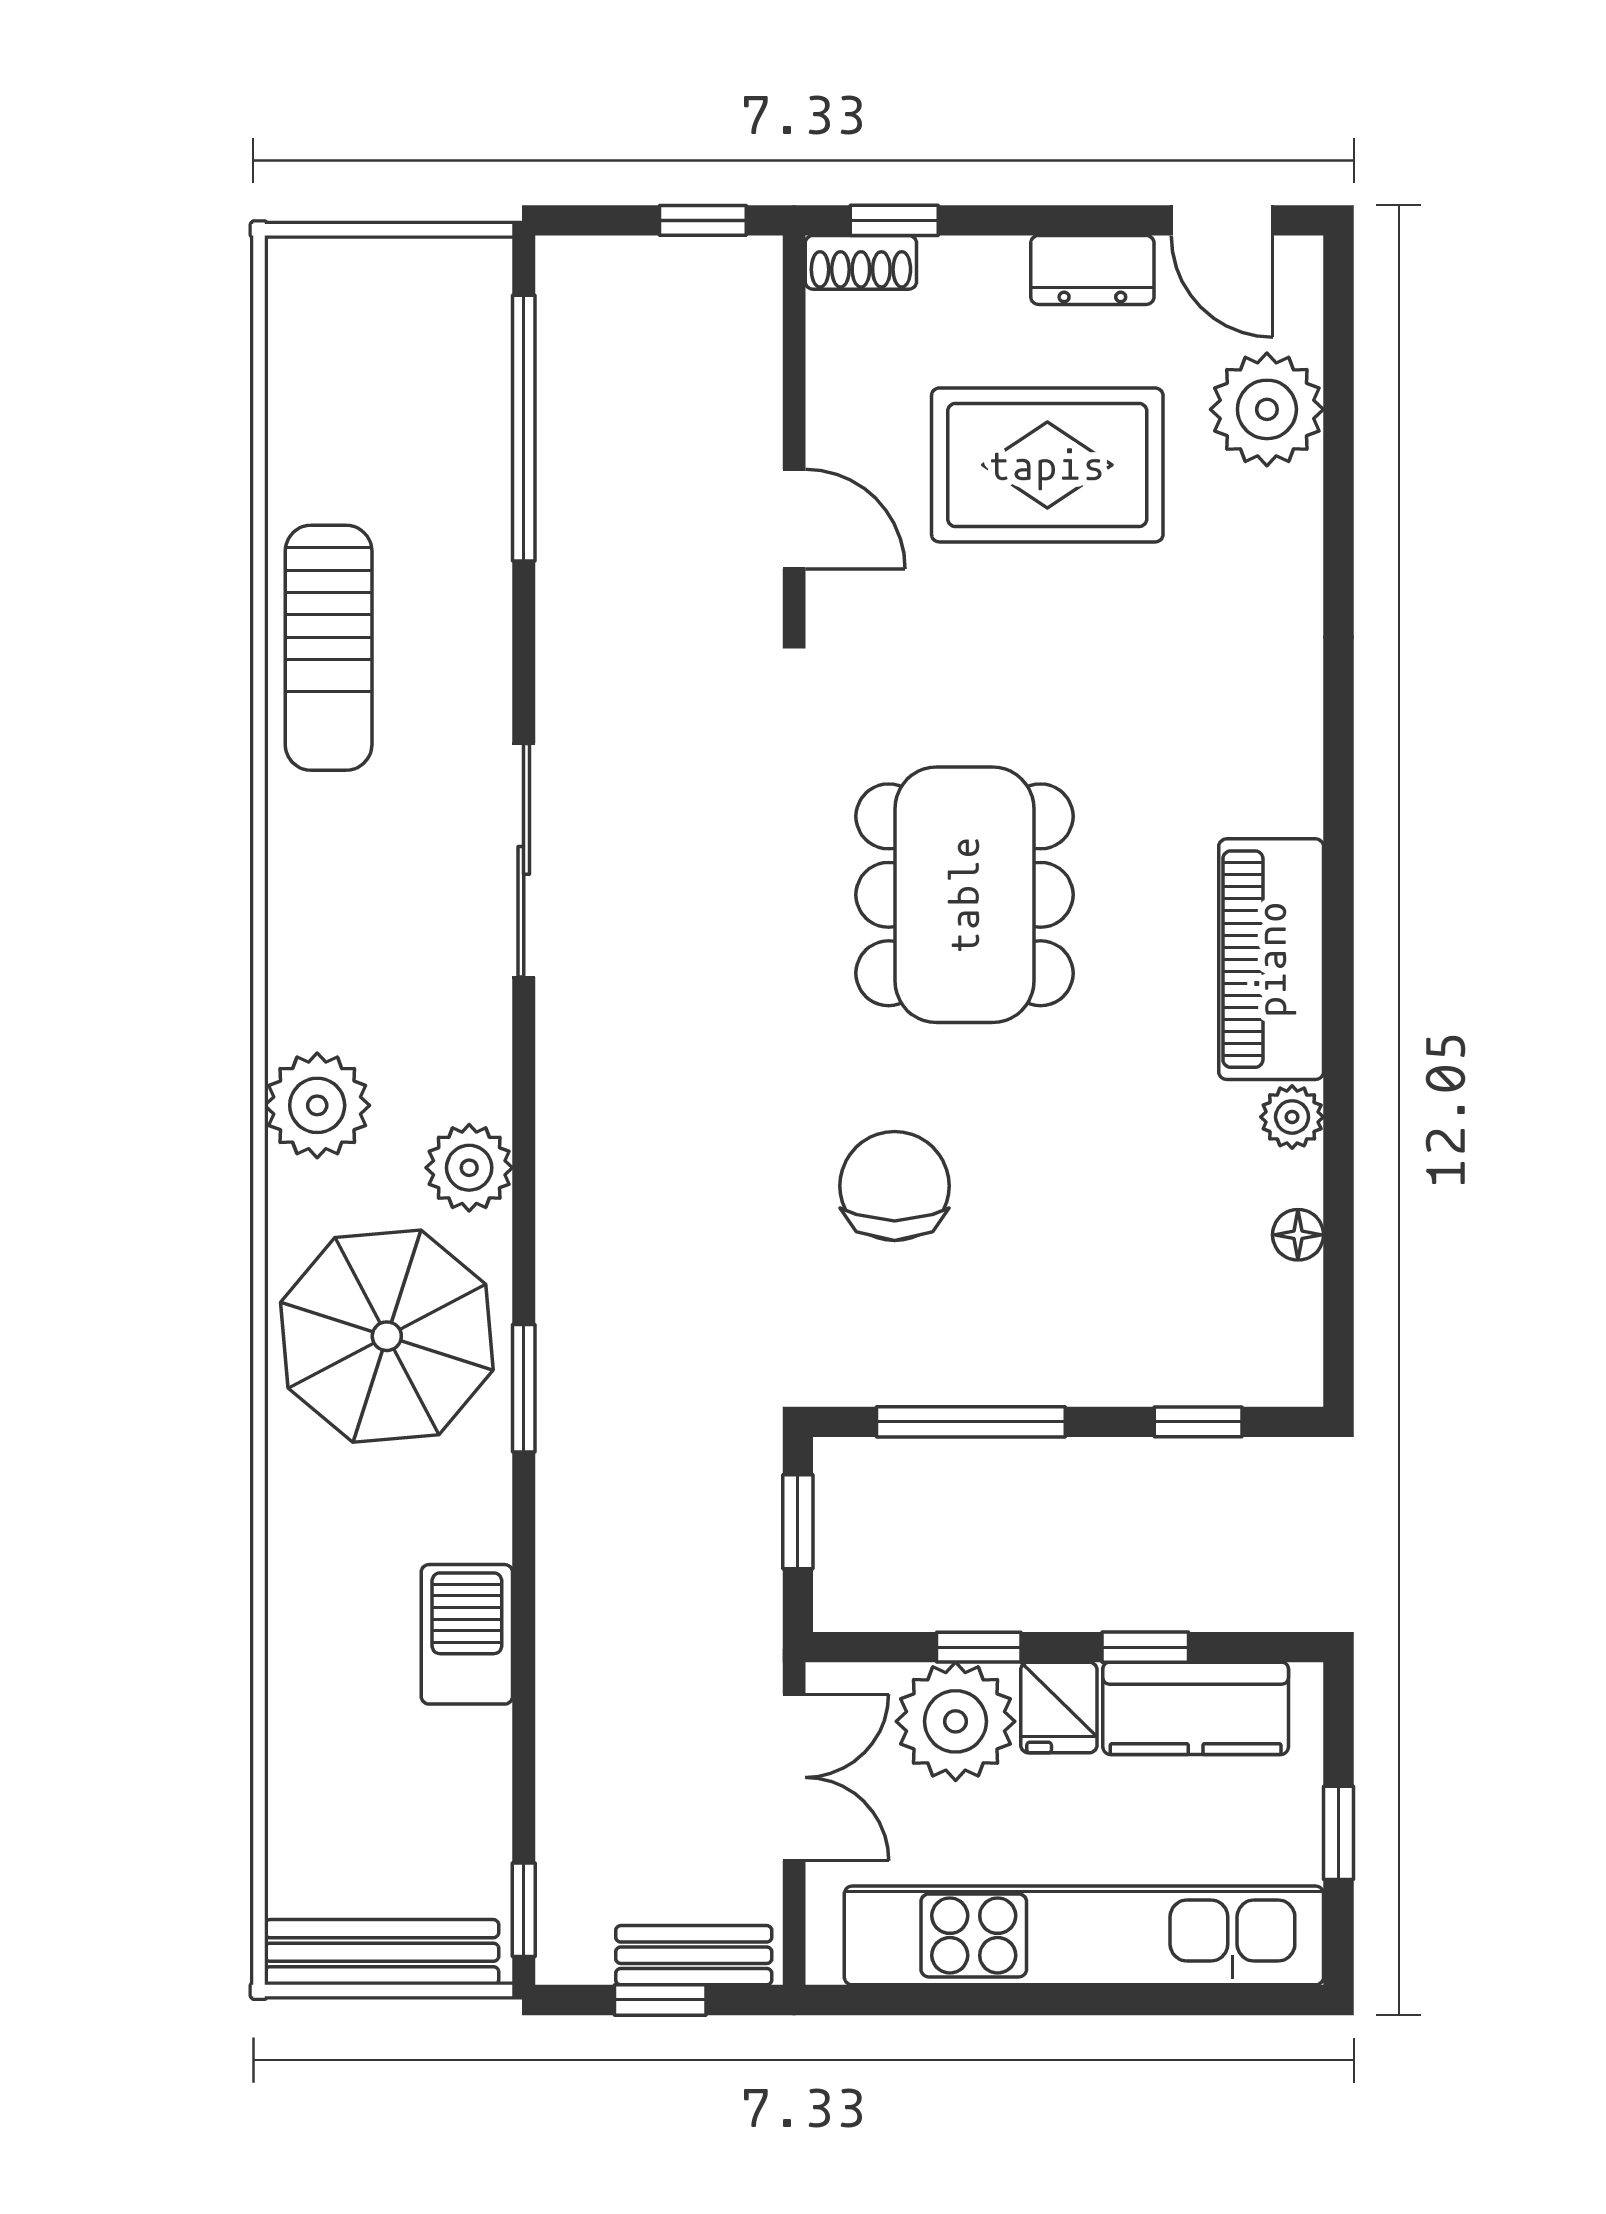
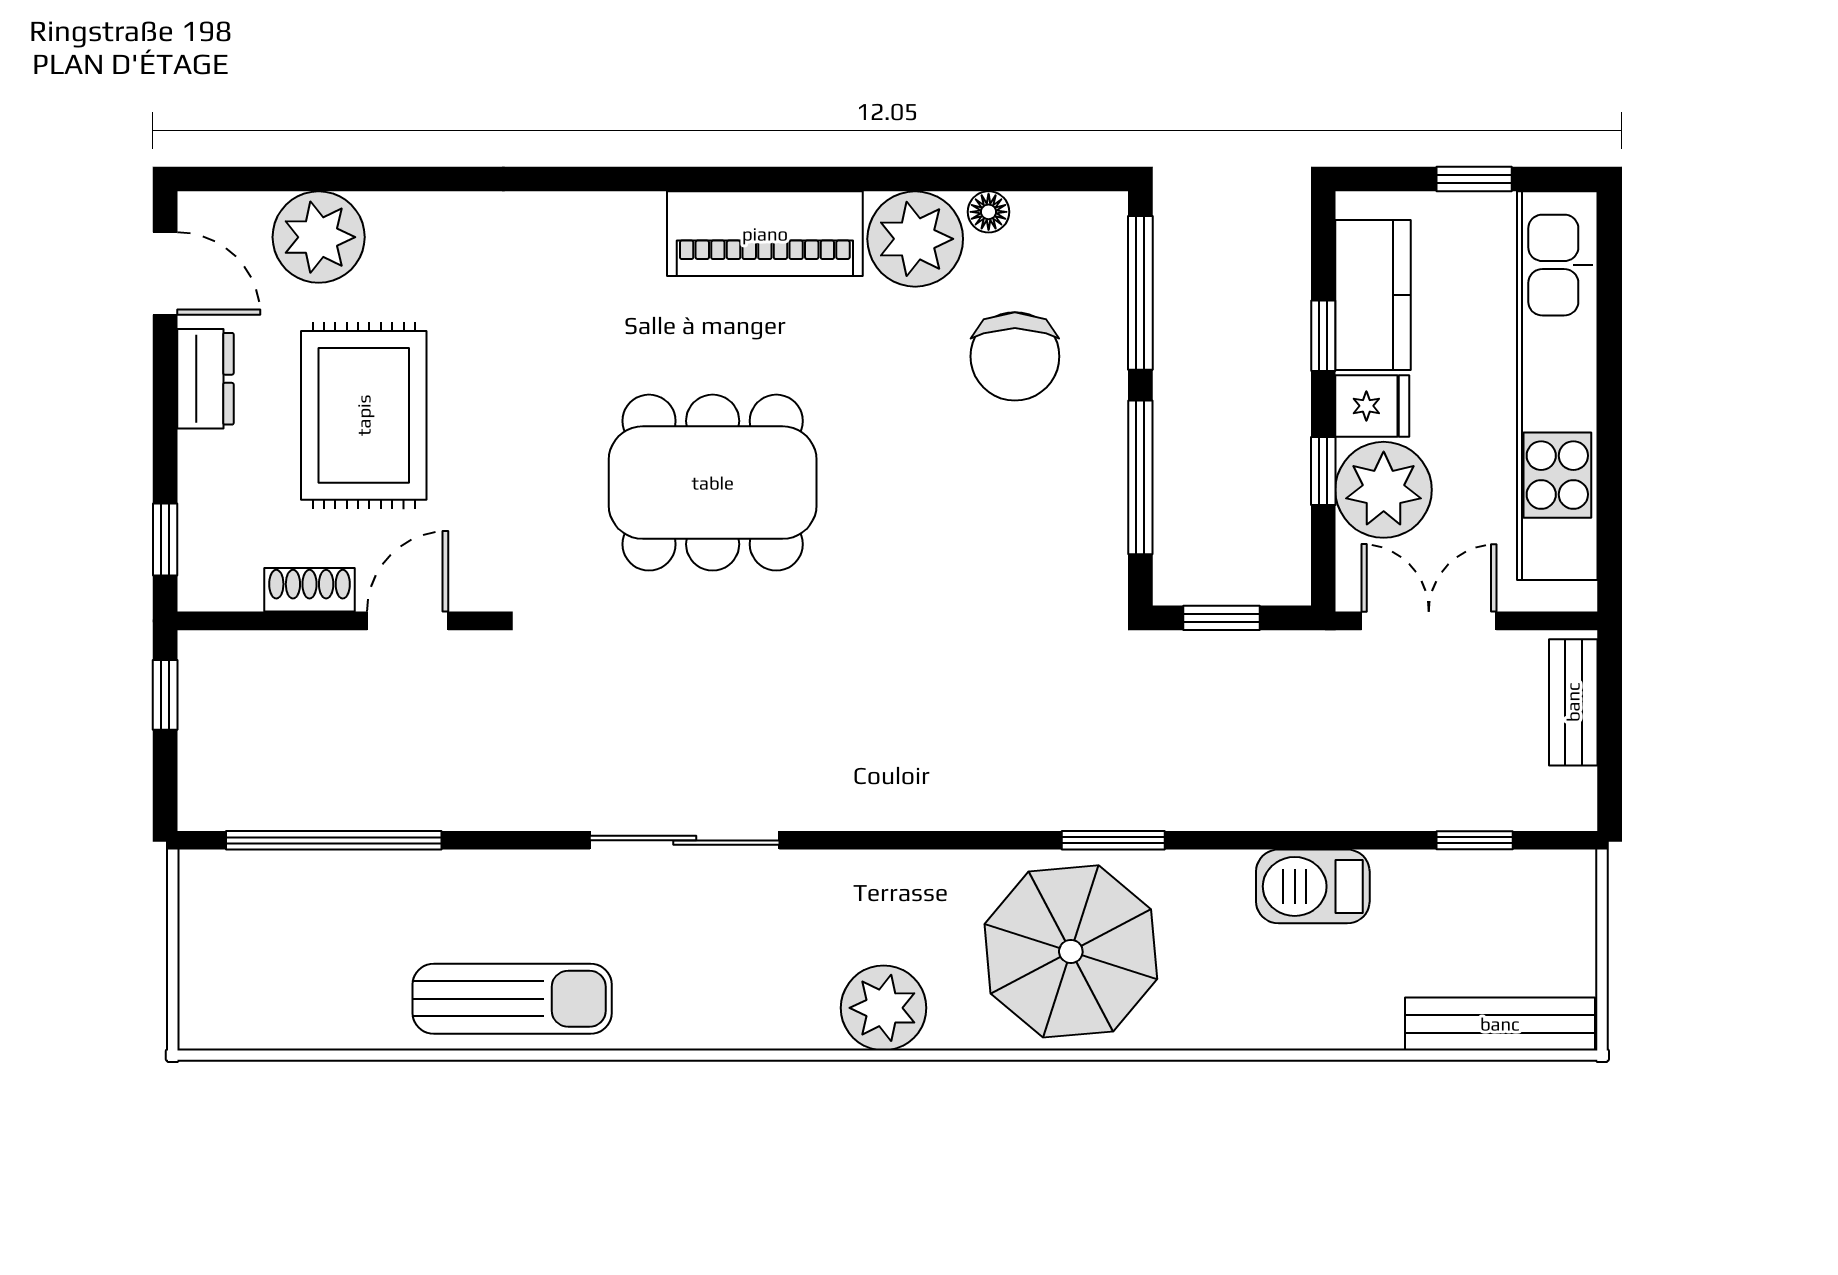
door: (1222, 220) -> (165, 274), hinge flipped
shoe rack: (861, 262) -> (310, 590), moved, turned -90
plant: (1292, 1117) -> (915, 239), width x1.88, depth x1.88
plant: (469, 1168) -> (934, 885), removed
chair: (895, 1186) -> (1015, 356), moved, turned -90
window: (1198, 1422) -> (1140, 293), width x2.17
window: (524, 1910) -> (1475, 840), moved
bench: (382, 1952) -> (1500, 1024), moved, turned 90
window: (660, 2000) -> (1610, 730), removed

